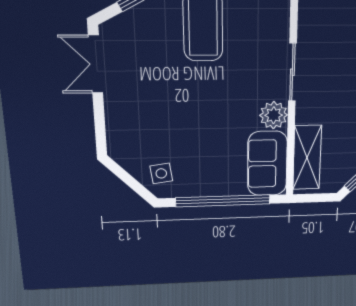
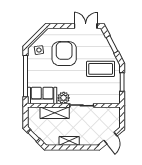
armchair: (168, 116) -> (64, 54), added
shelving: (307, 157) -> (55, 113), moved

